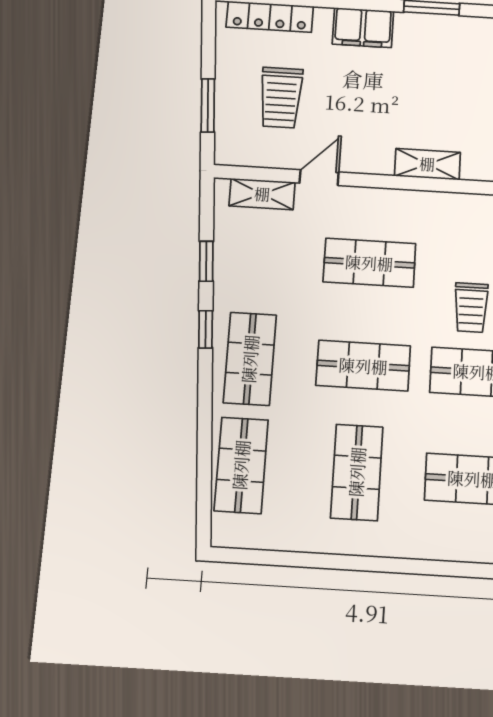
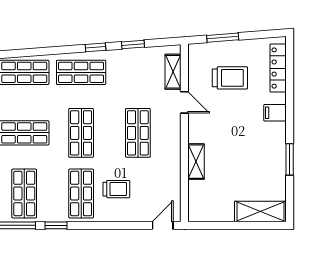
filing cabinet: (363, 28) -> (275, 113), width x0.50
trolley: (281, 98) -> (230, 78), turned 180
trolley: (471, 308) -> (116, 189), turned 180

